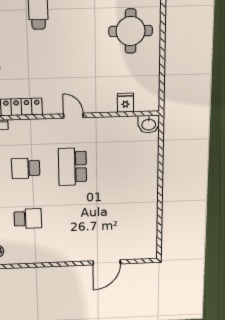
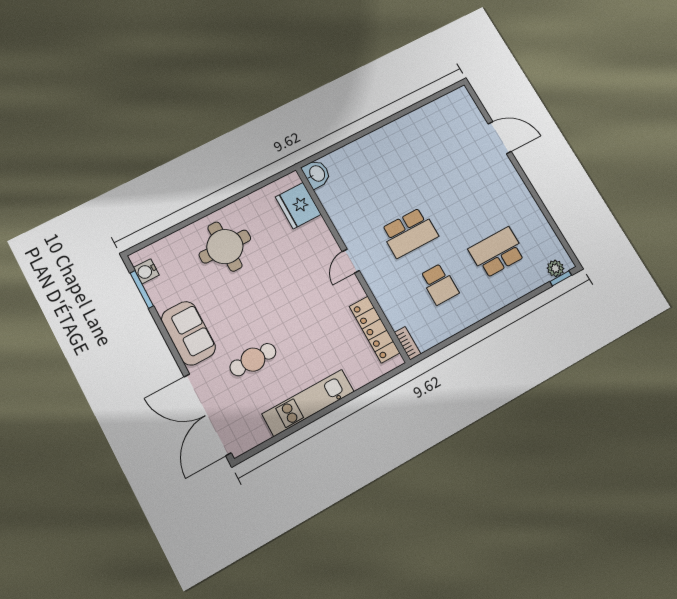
fridge: (125, 103) -> (298, 206), width x1.88, depth x1.34
school desk: (28, 219) -> (497, 252), width x1.85

